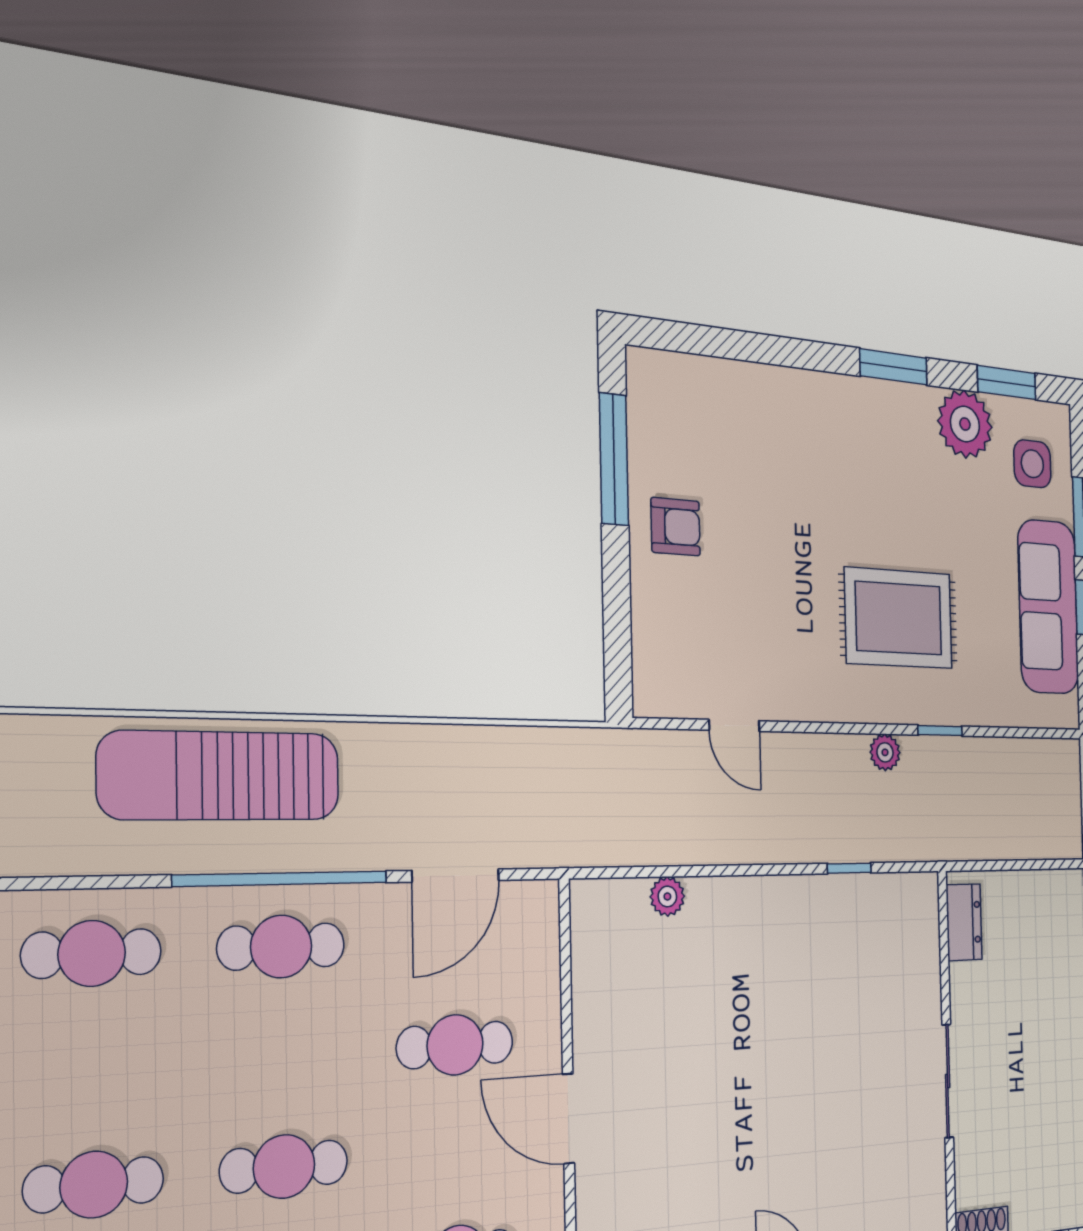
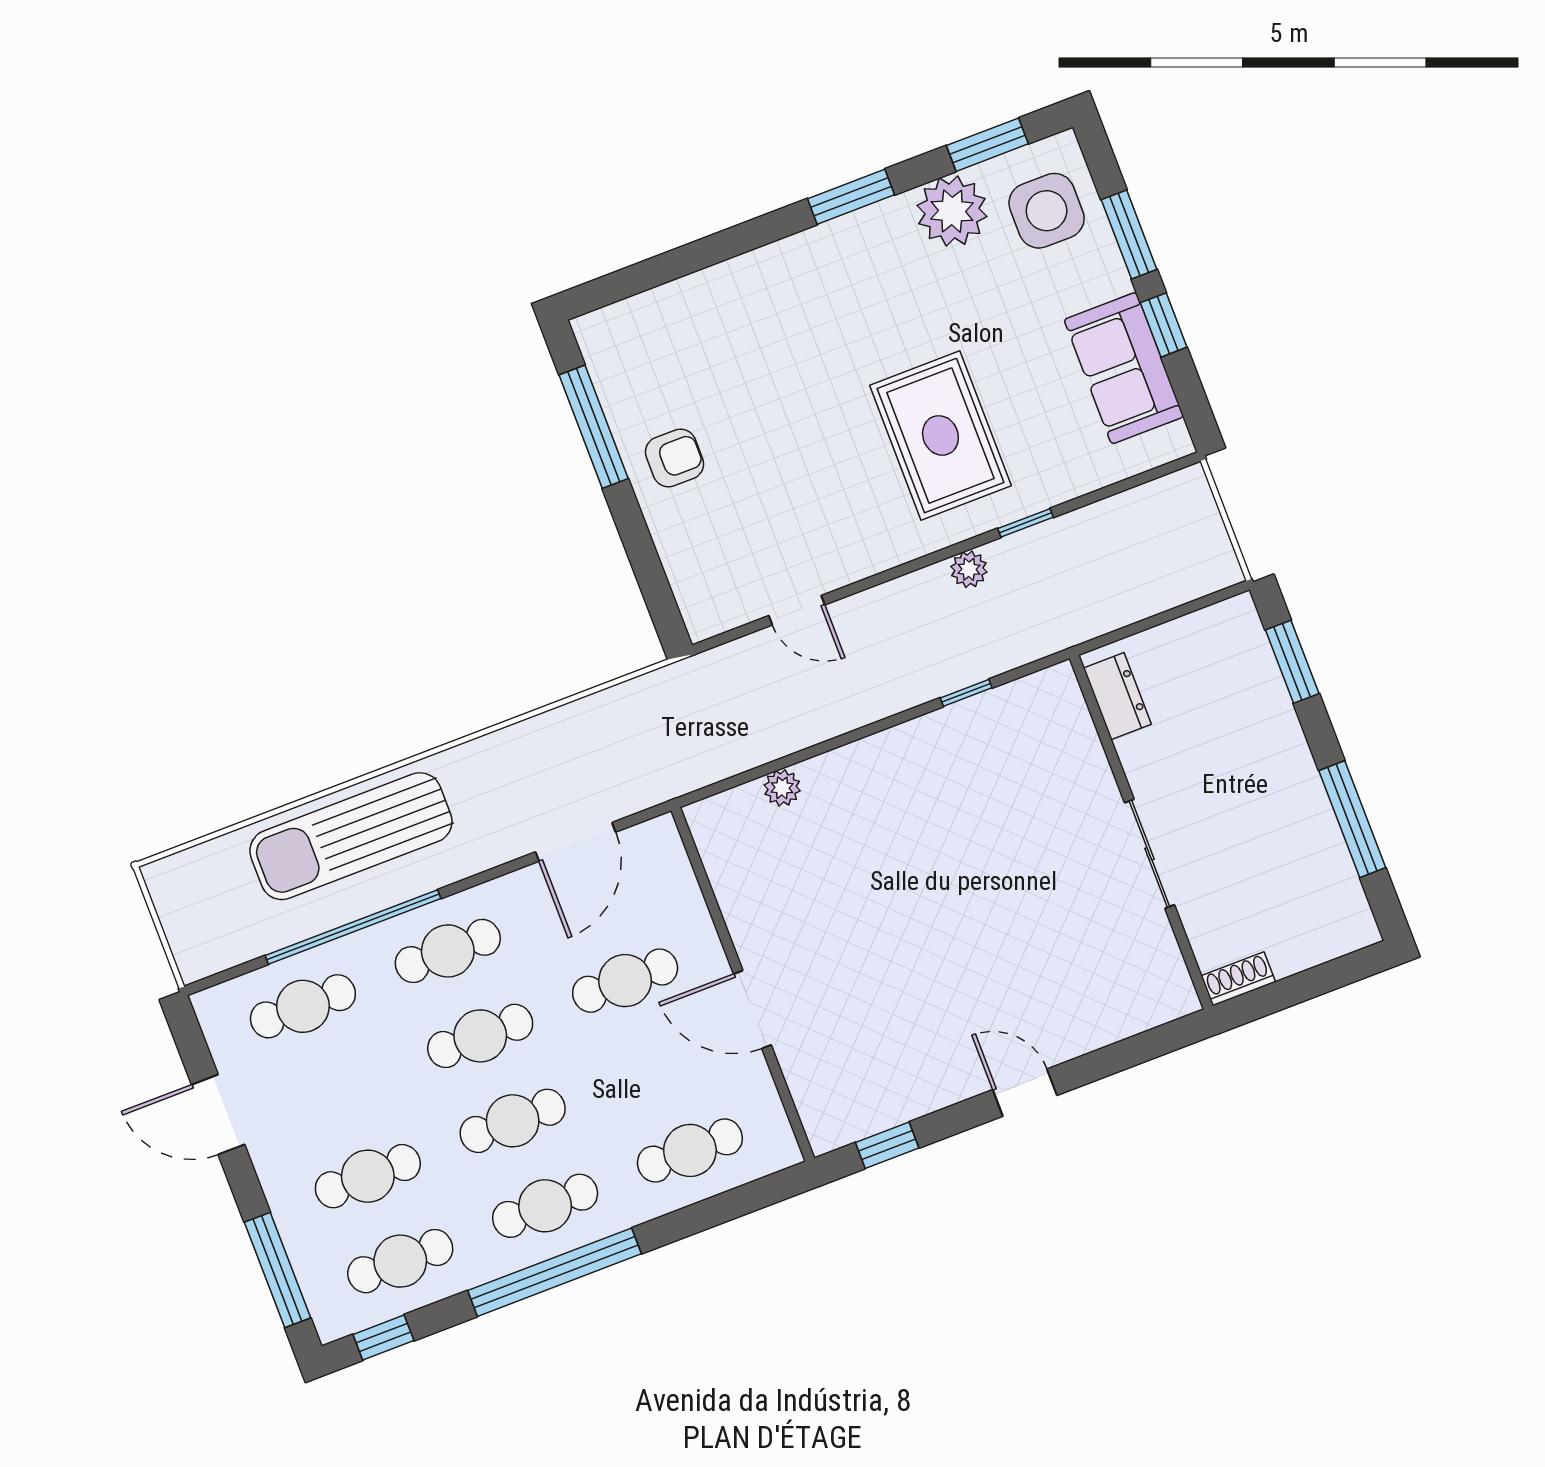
side table: (1032, 464) -> (1047, 211), width x1.37, depth x1.37
sofa: (1048, 607) -> (1124, 368), width x0.73
rug: (899, 618) -> (940, 435), turned 90
window: (282, 879) -> (353, 927), moved
cafe table: (283, 1056) -> (480, 1036), added

